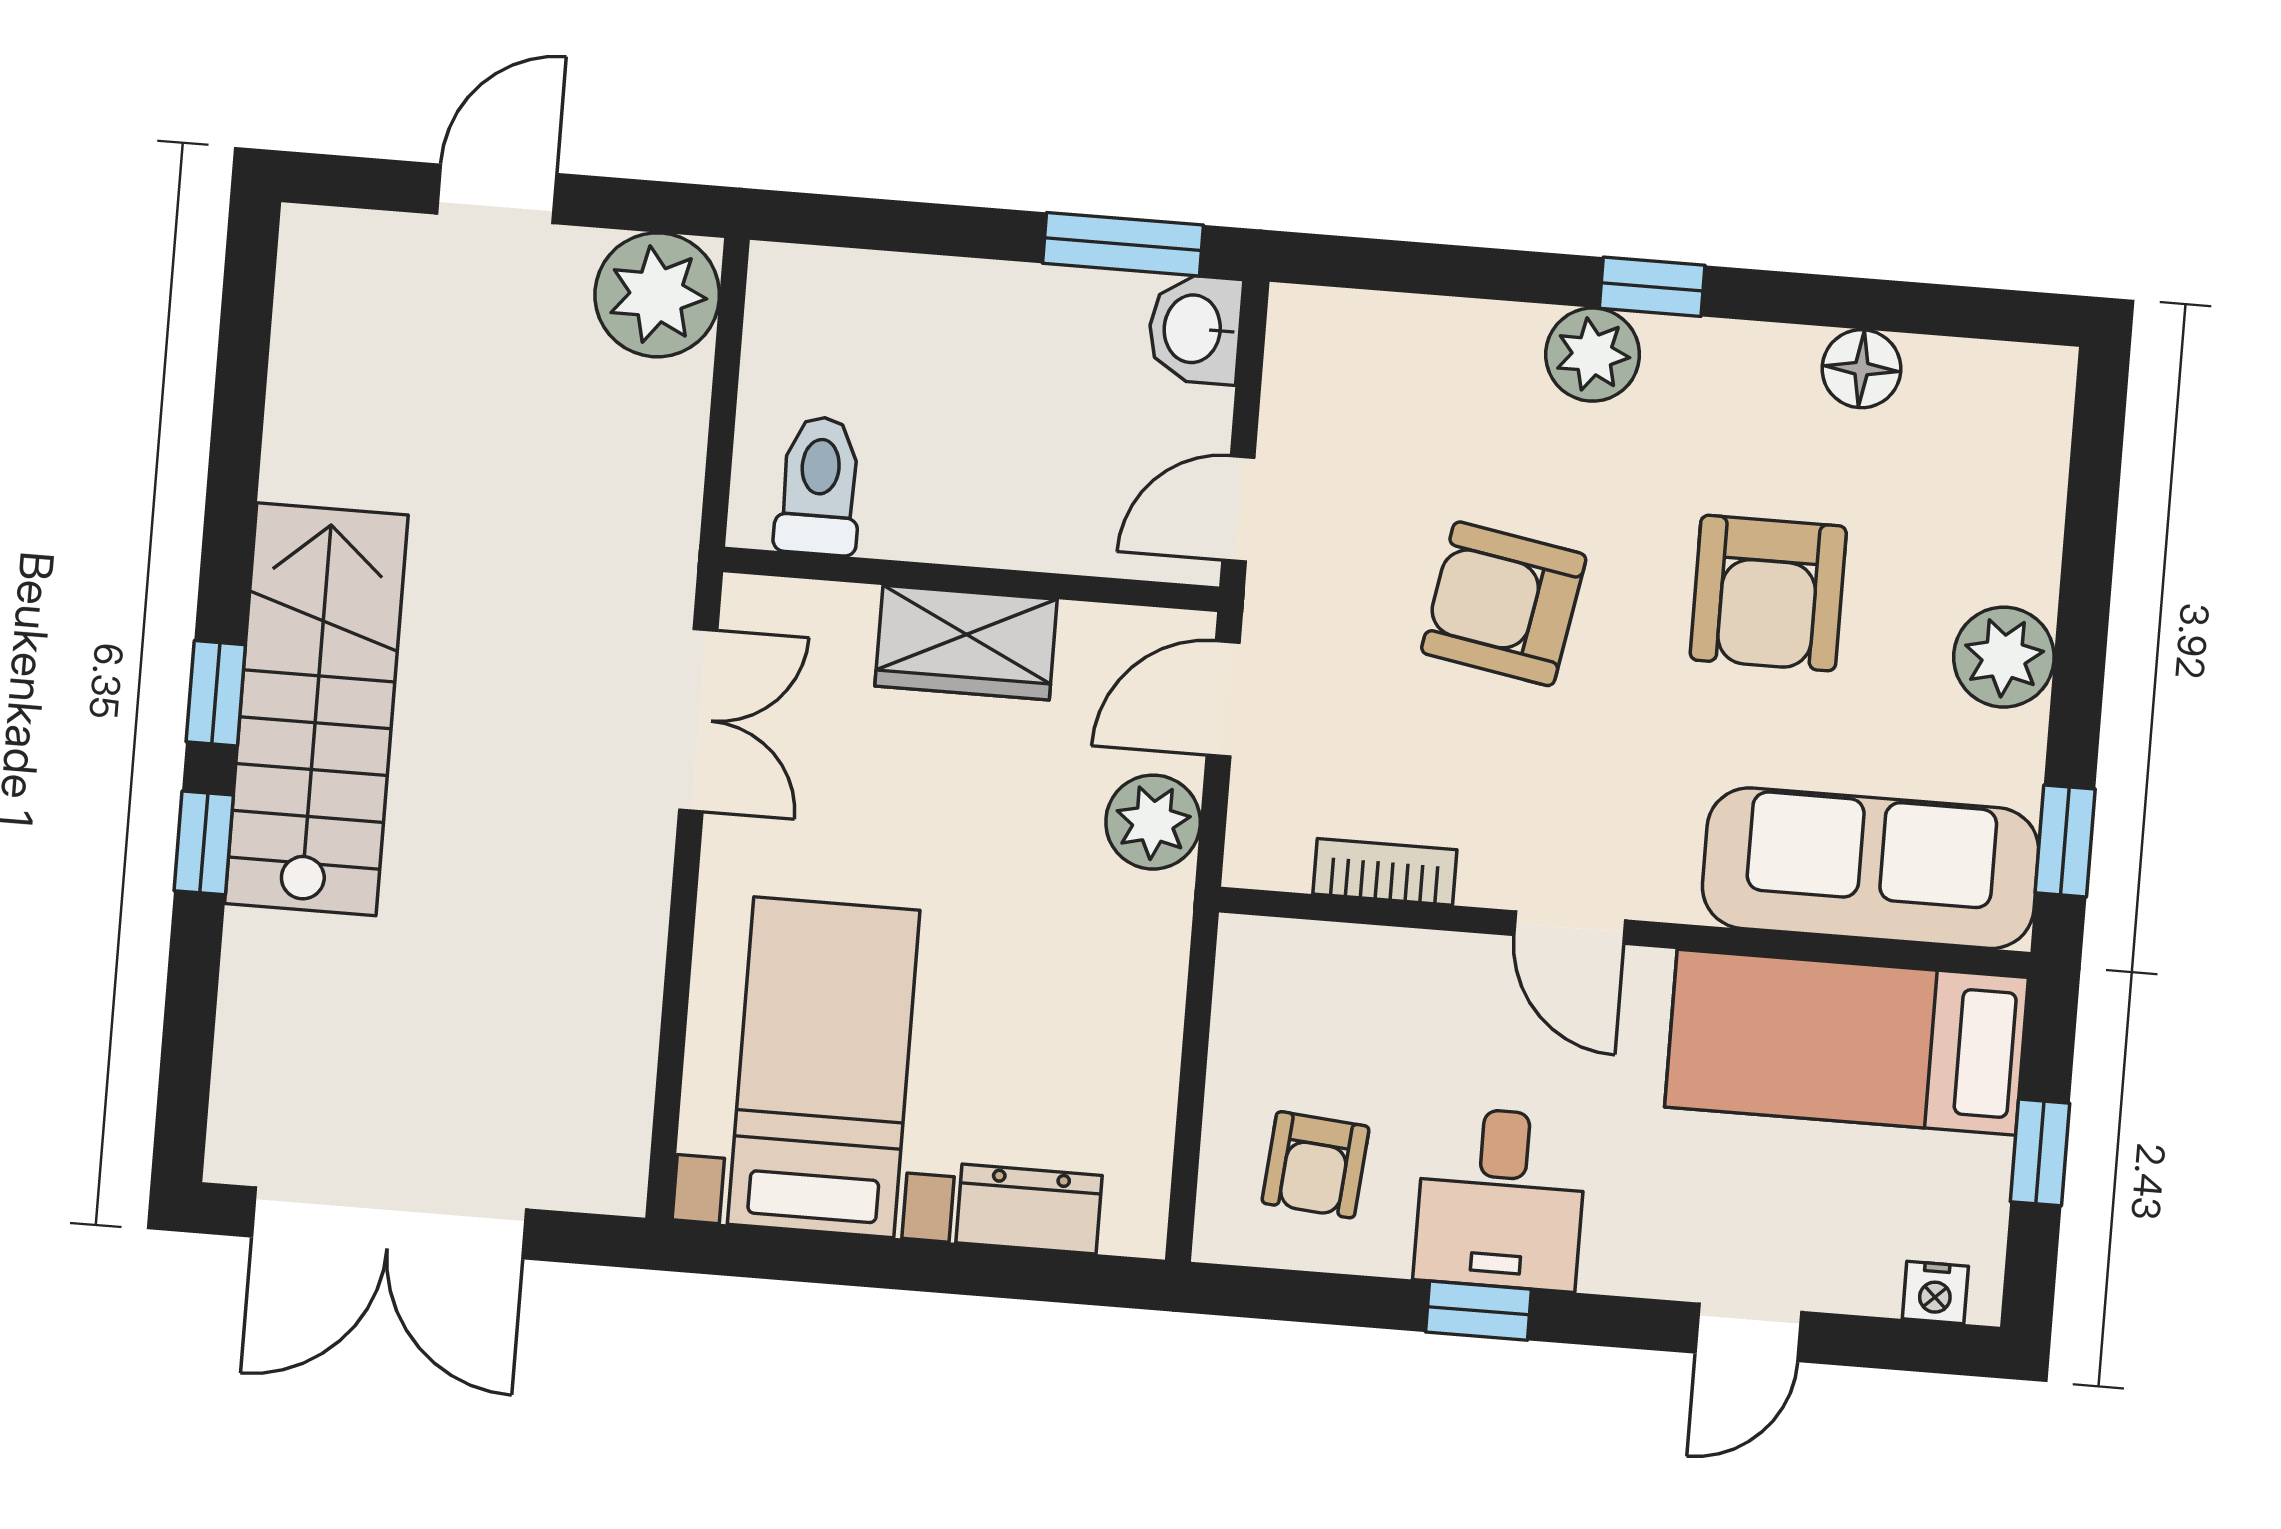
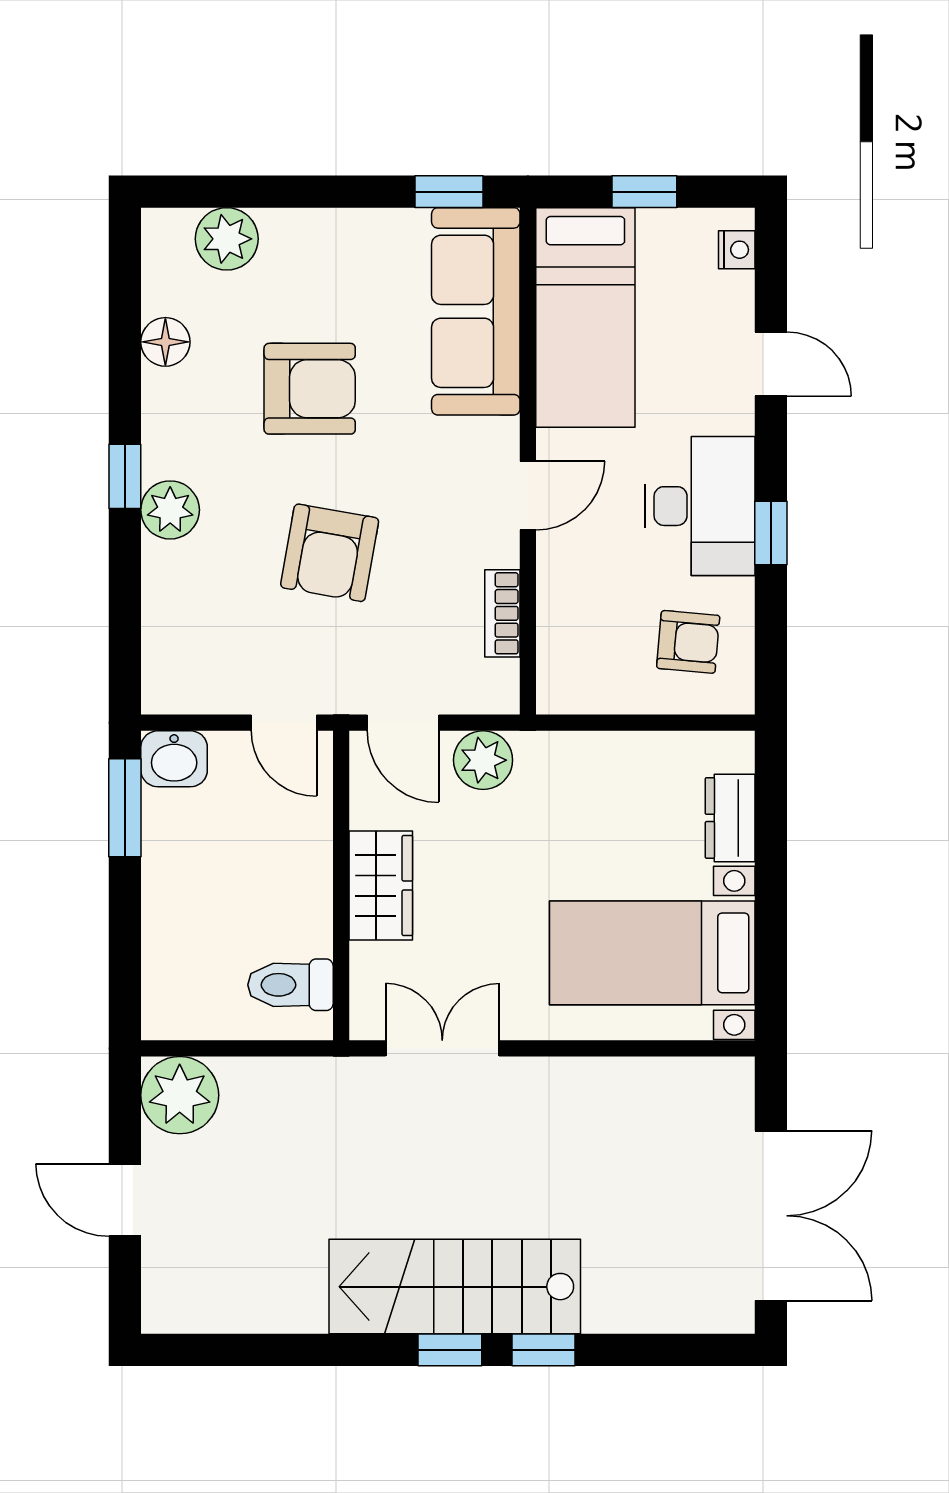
plant: (2004, 657) -> (227, 239), moved
desk: (1501, 1199) -> (700, 506), width x1.37

